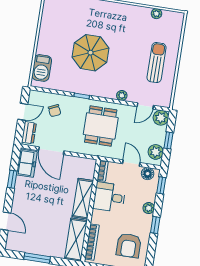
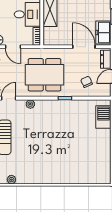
parasol: (91, 53) -> (63, 137), removed
dining table: (101, 126) -> (45, 75), width x1.38

